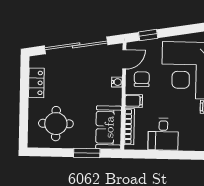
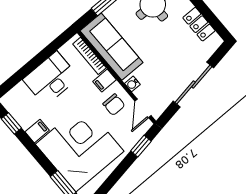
sliding door: (76, 45) -> (193, 85), width x0.73
sofa: (109, 127) -> (112, 47), width x1.36
desk: (163, 134) -> (51, 78), width x1.37

